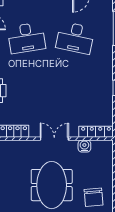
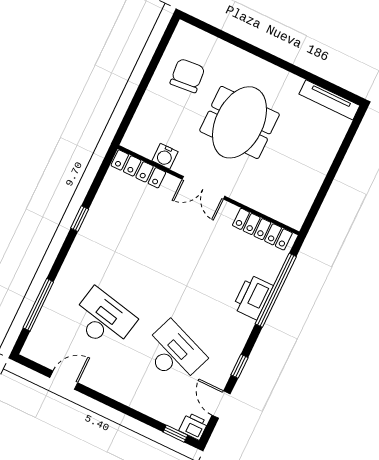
desk: (27, 38) -> (174, 353), turned 30

